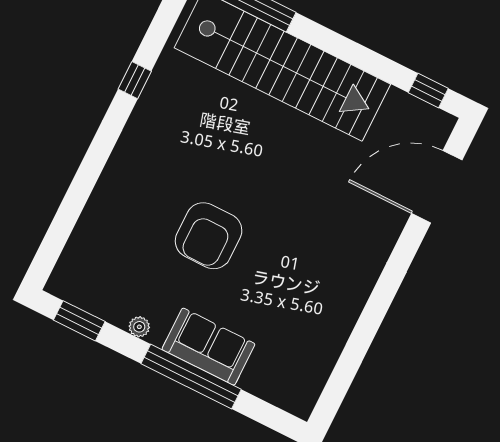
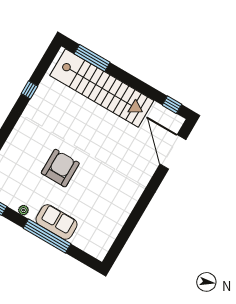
door: (437, 187) -> (173, 152), hinge flipped
armchair: (209, 236) -> (60, 168), turned 180

